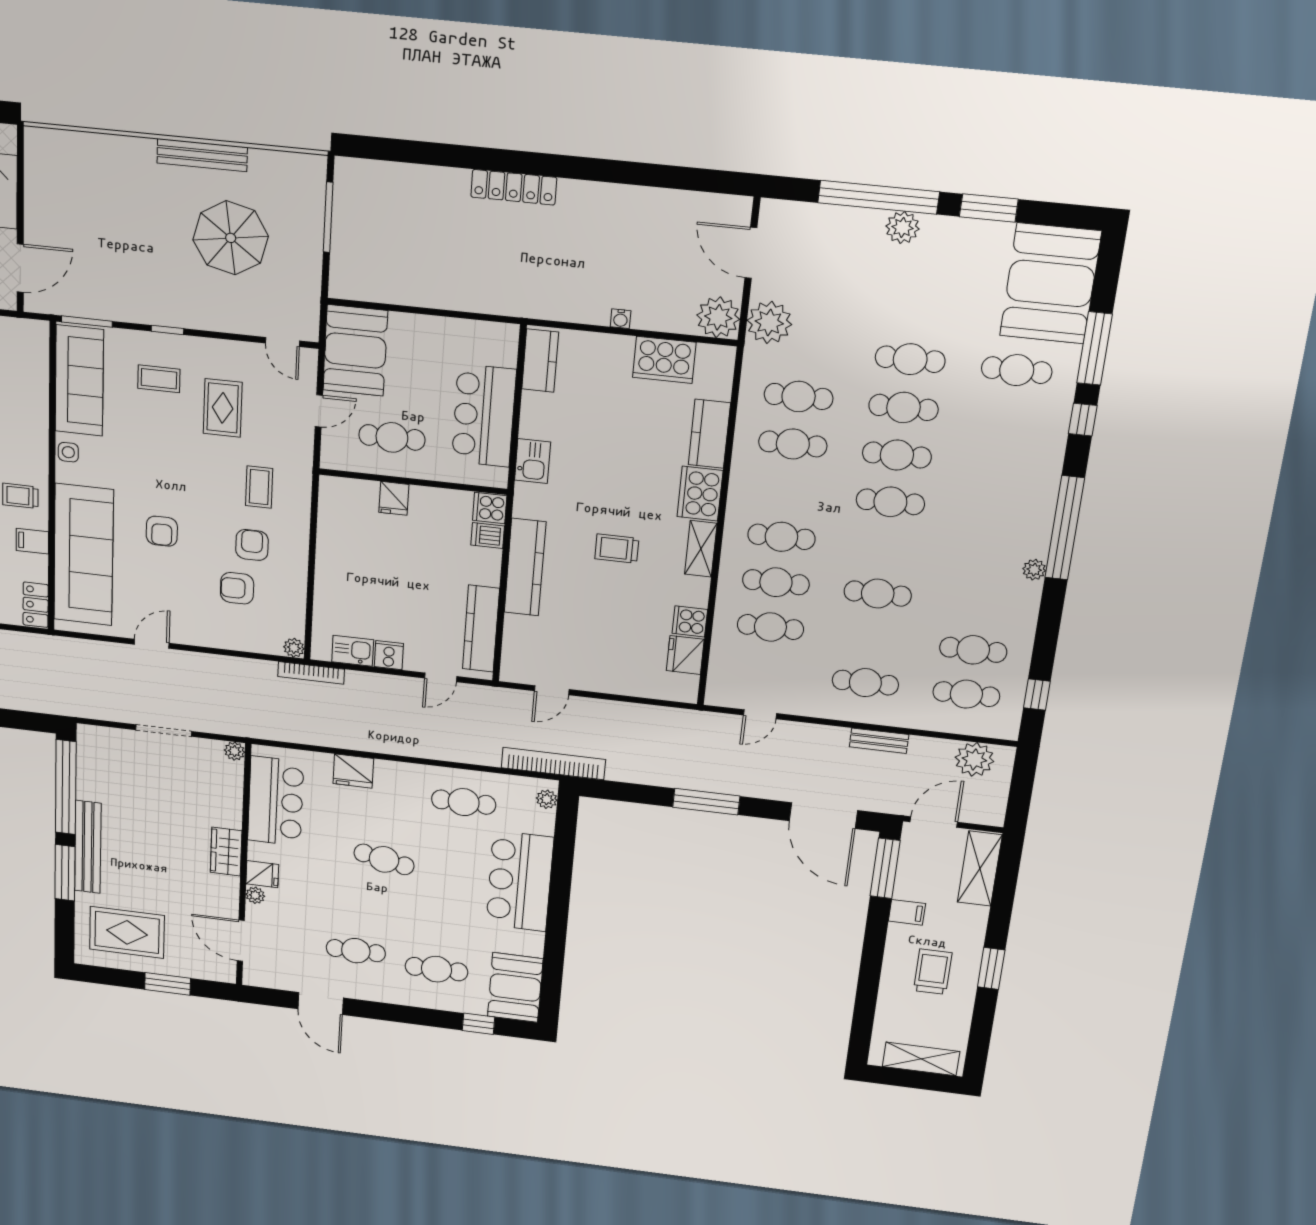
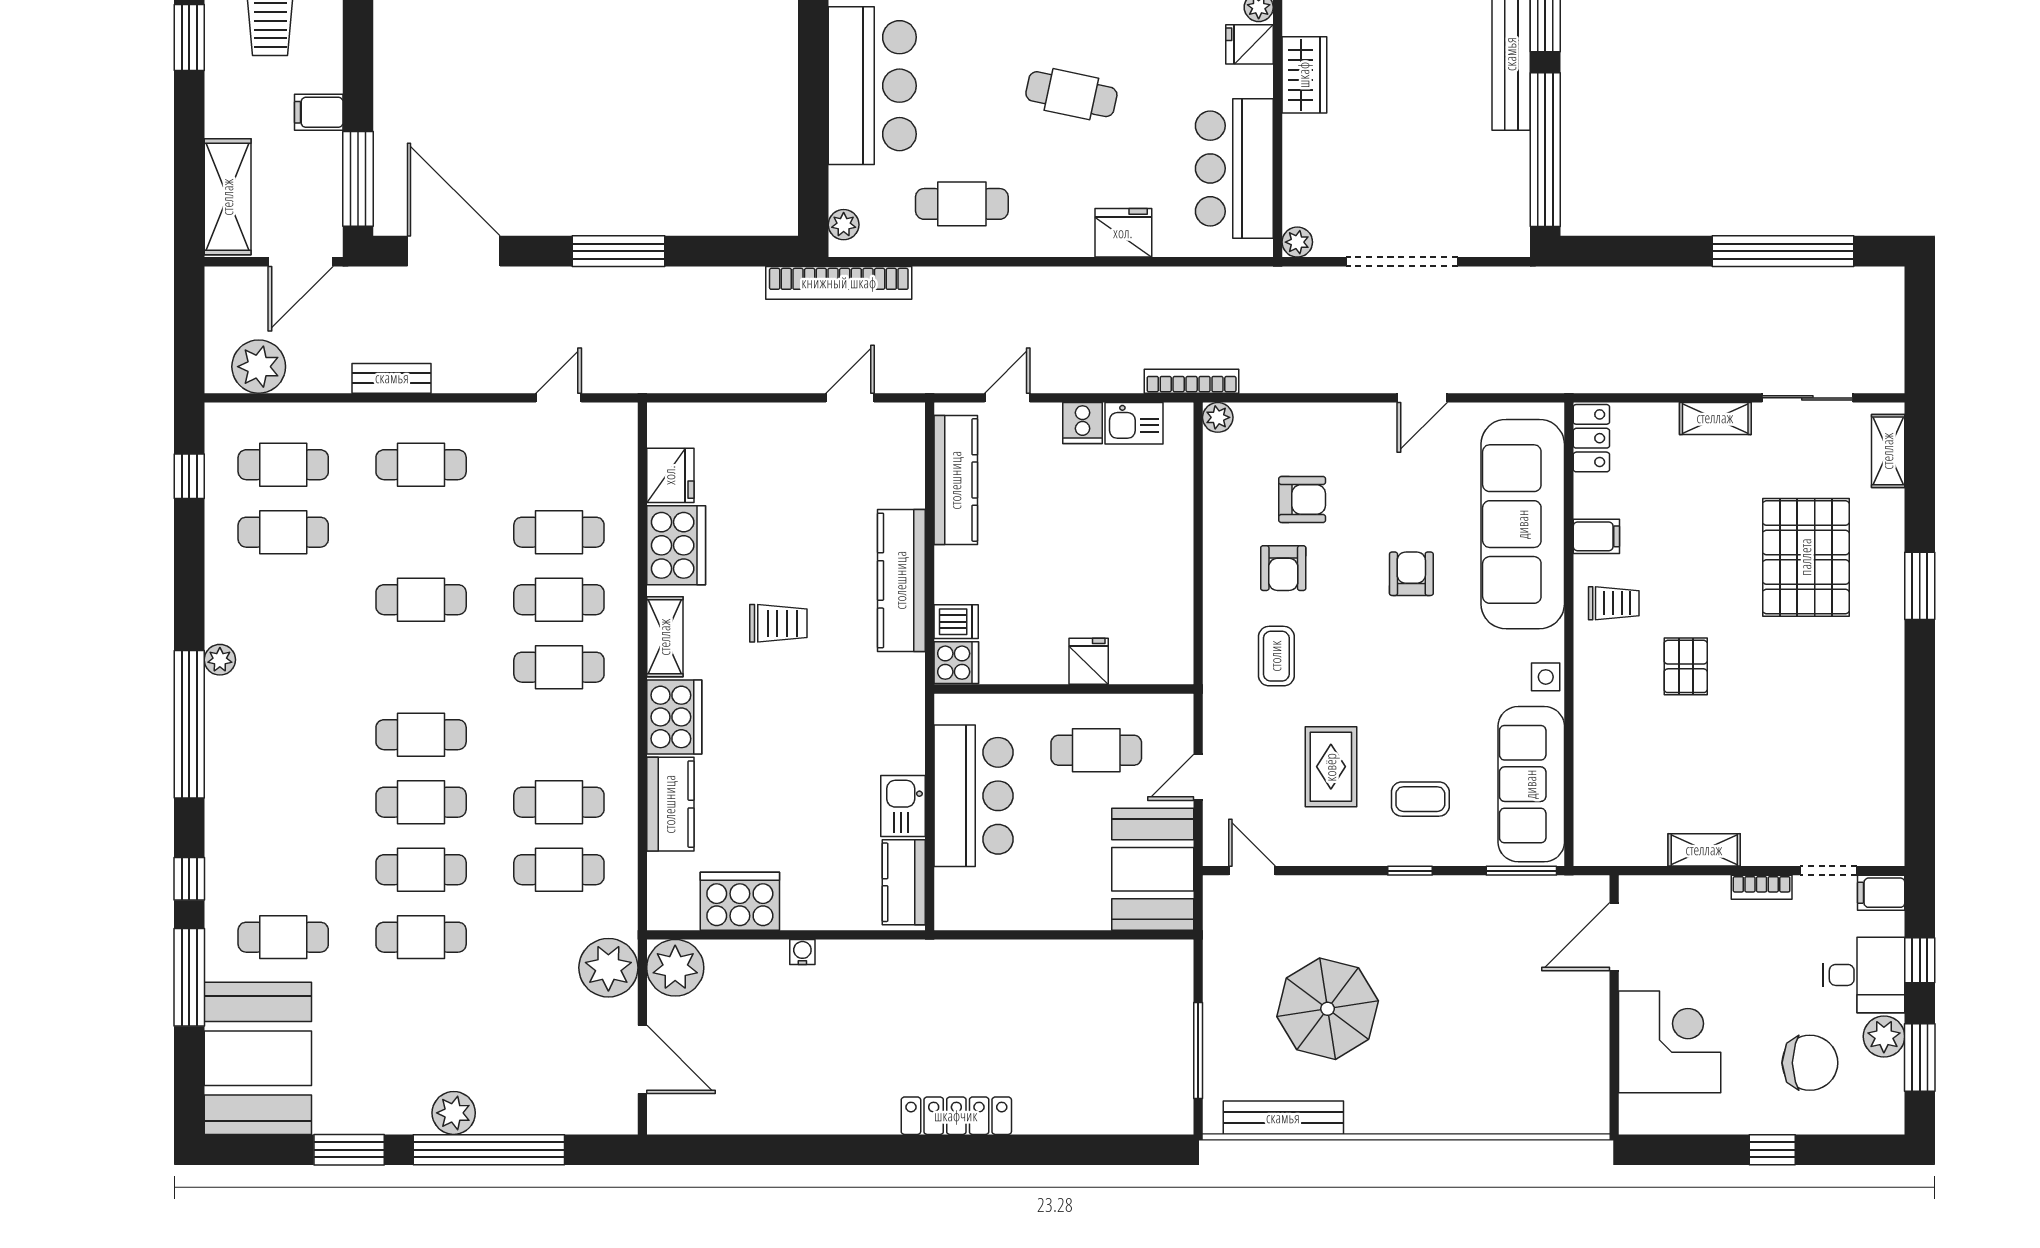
bench: (202, 155) -> (1283, 1118), moved
kitchen sink: (533, 461) -> (903, 806), moved
cooker: (690, 621) -> (676, 545), width x1.87, depth x1.31
doorway: (164, 731) -> (1402, 262), width x1.36

